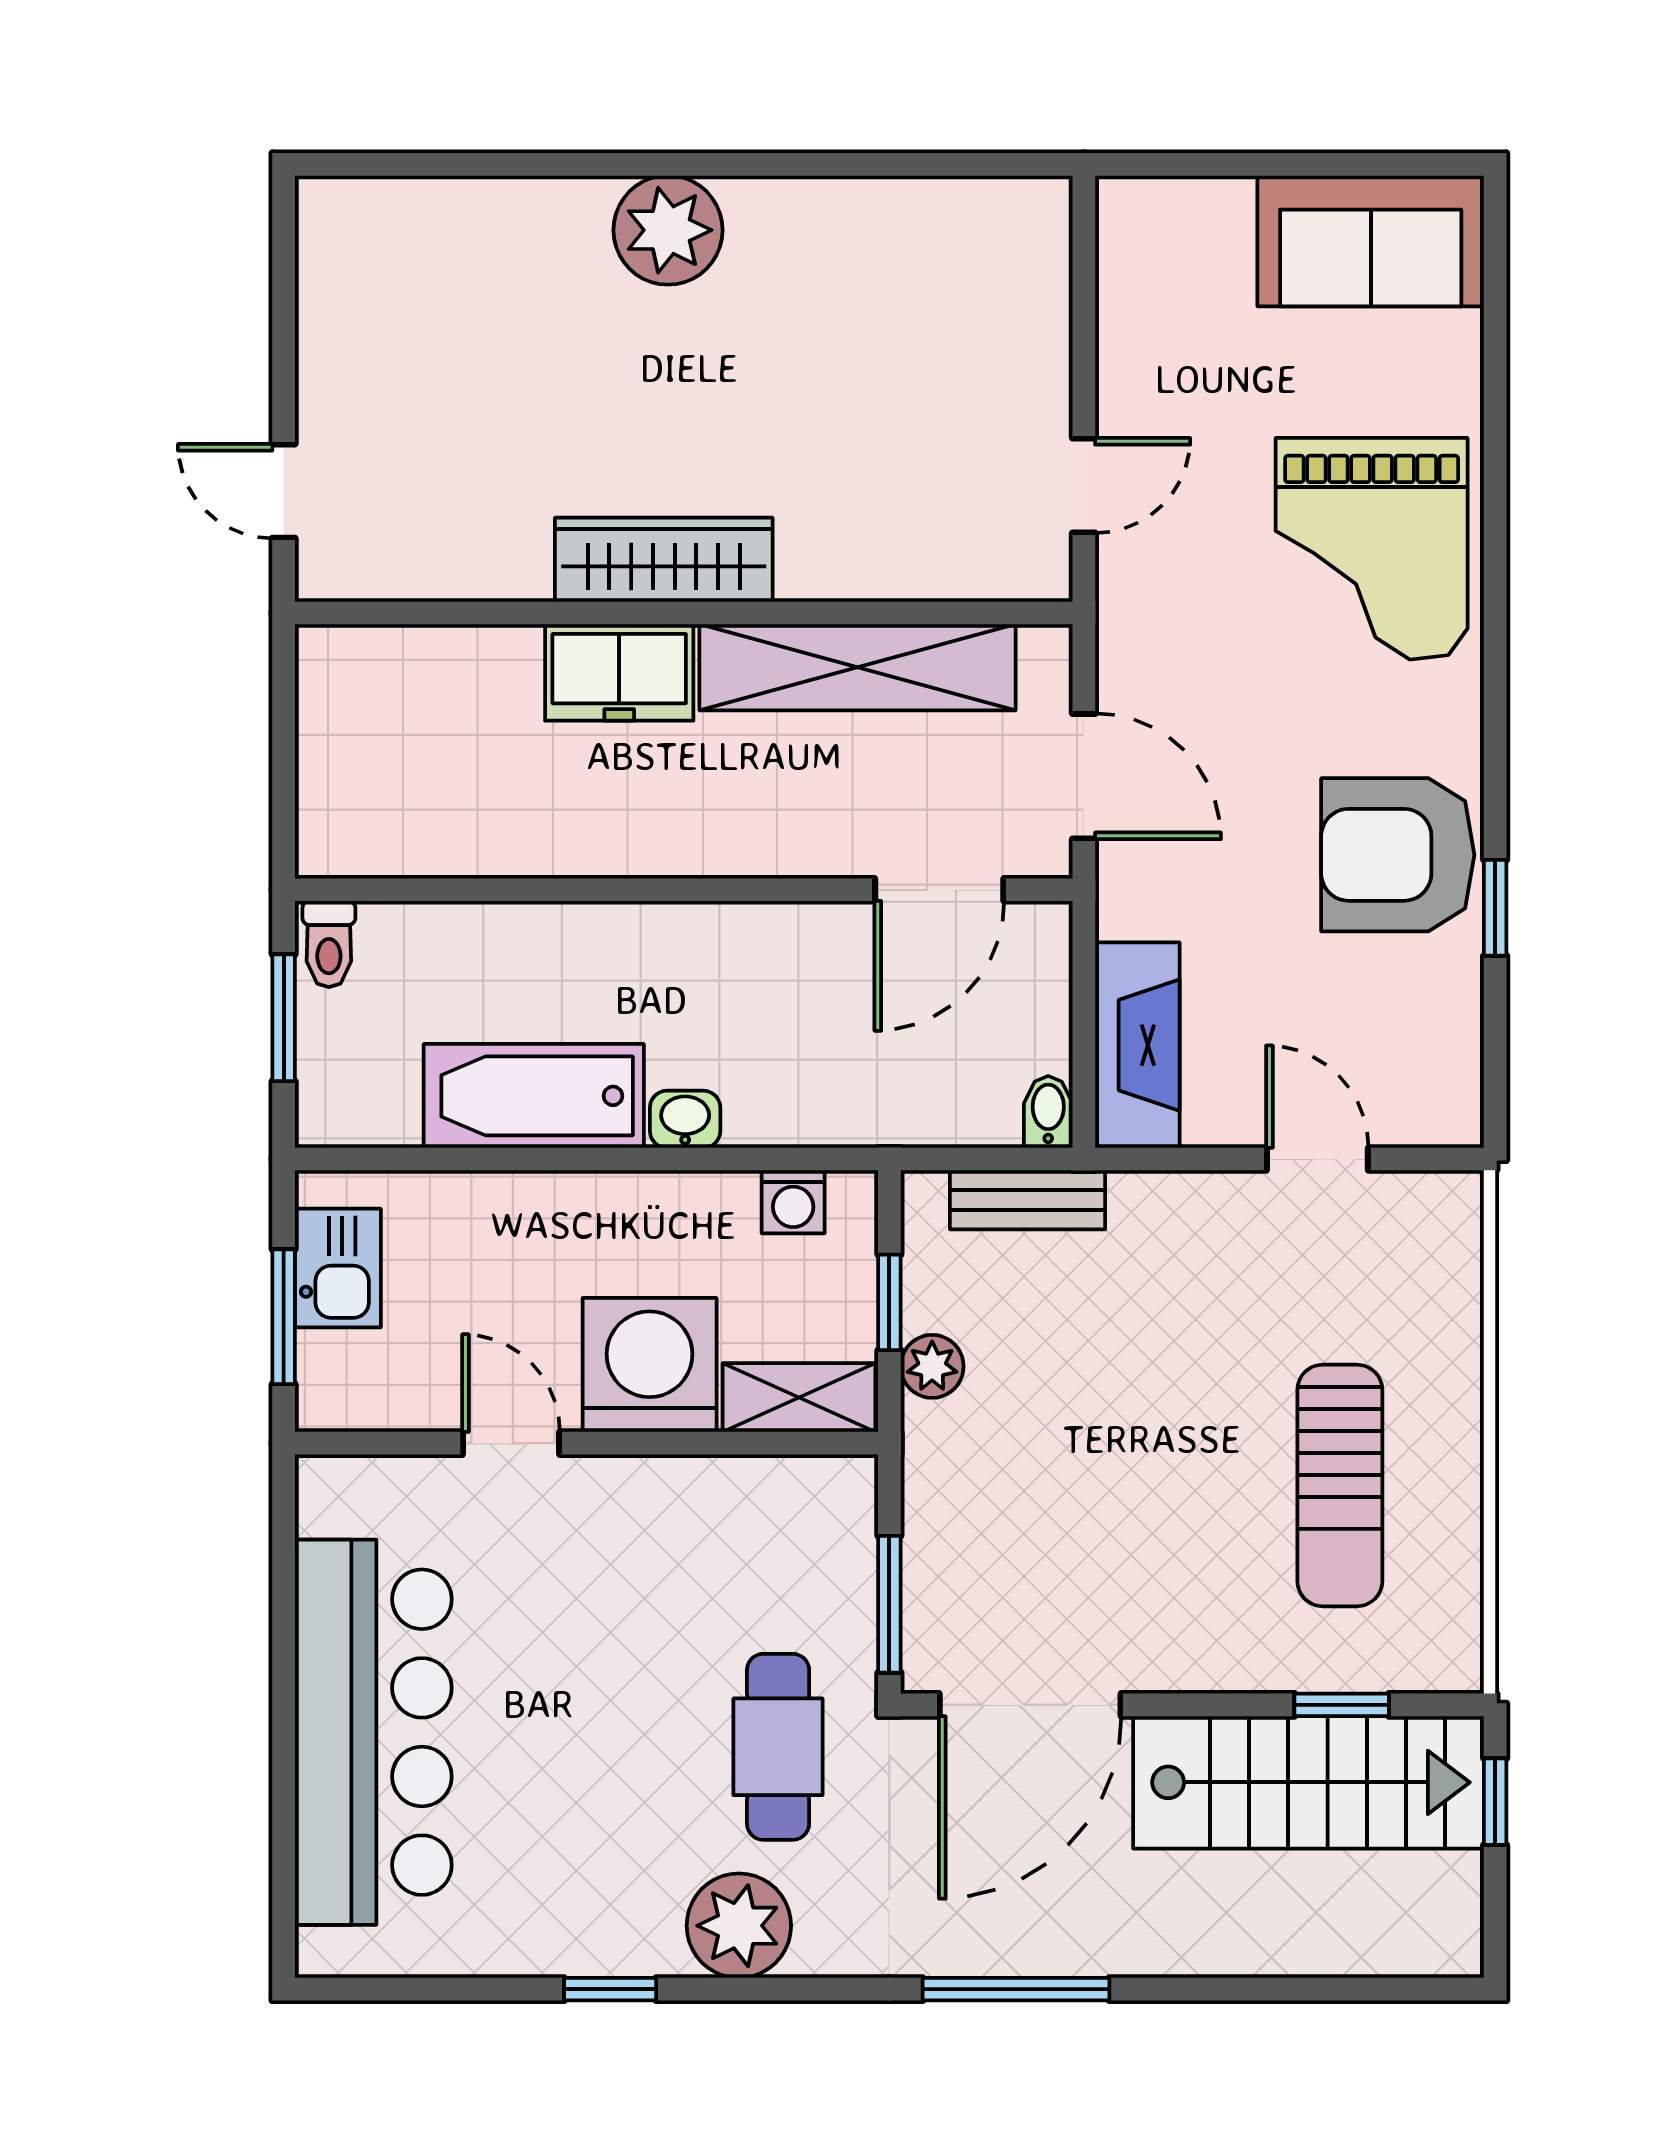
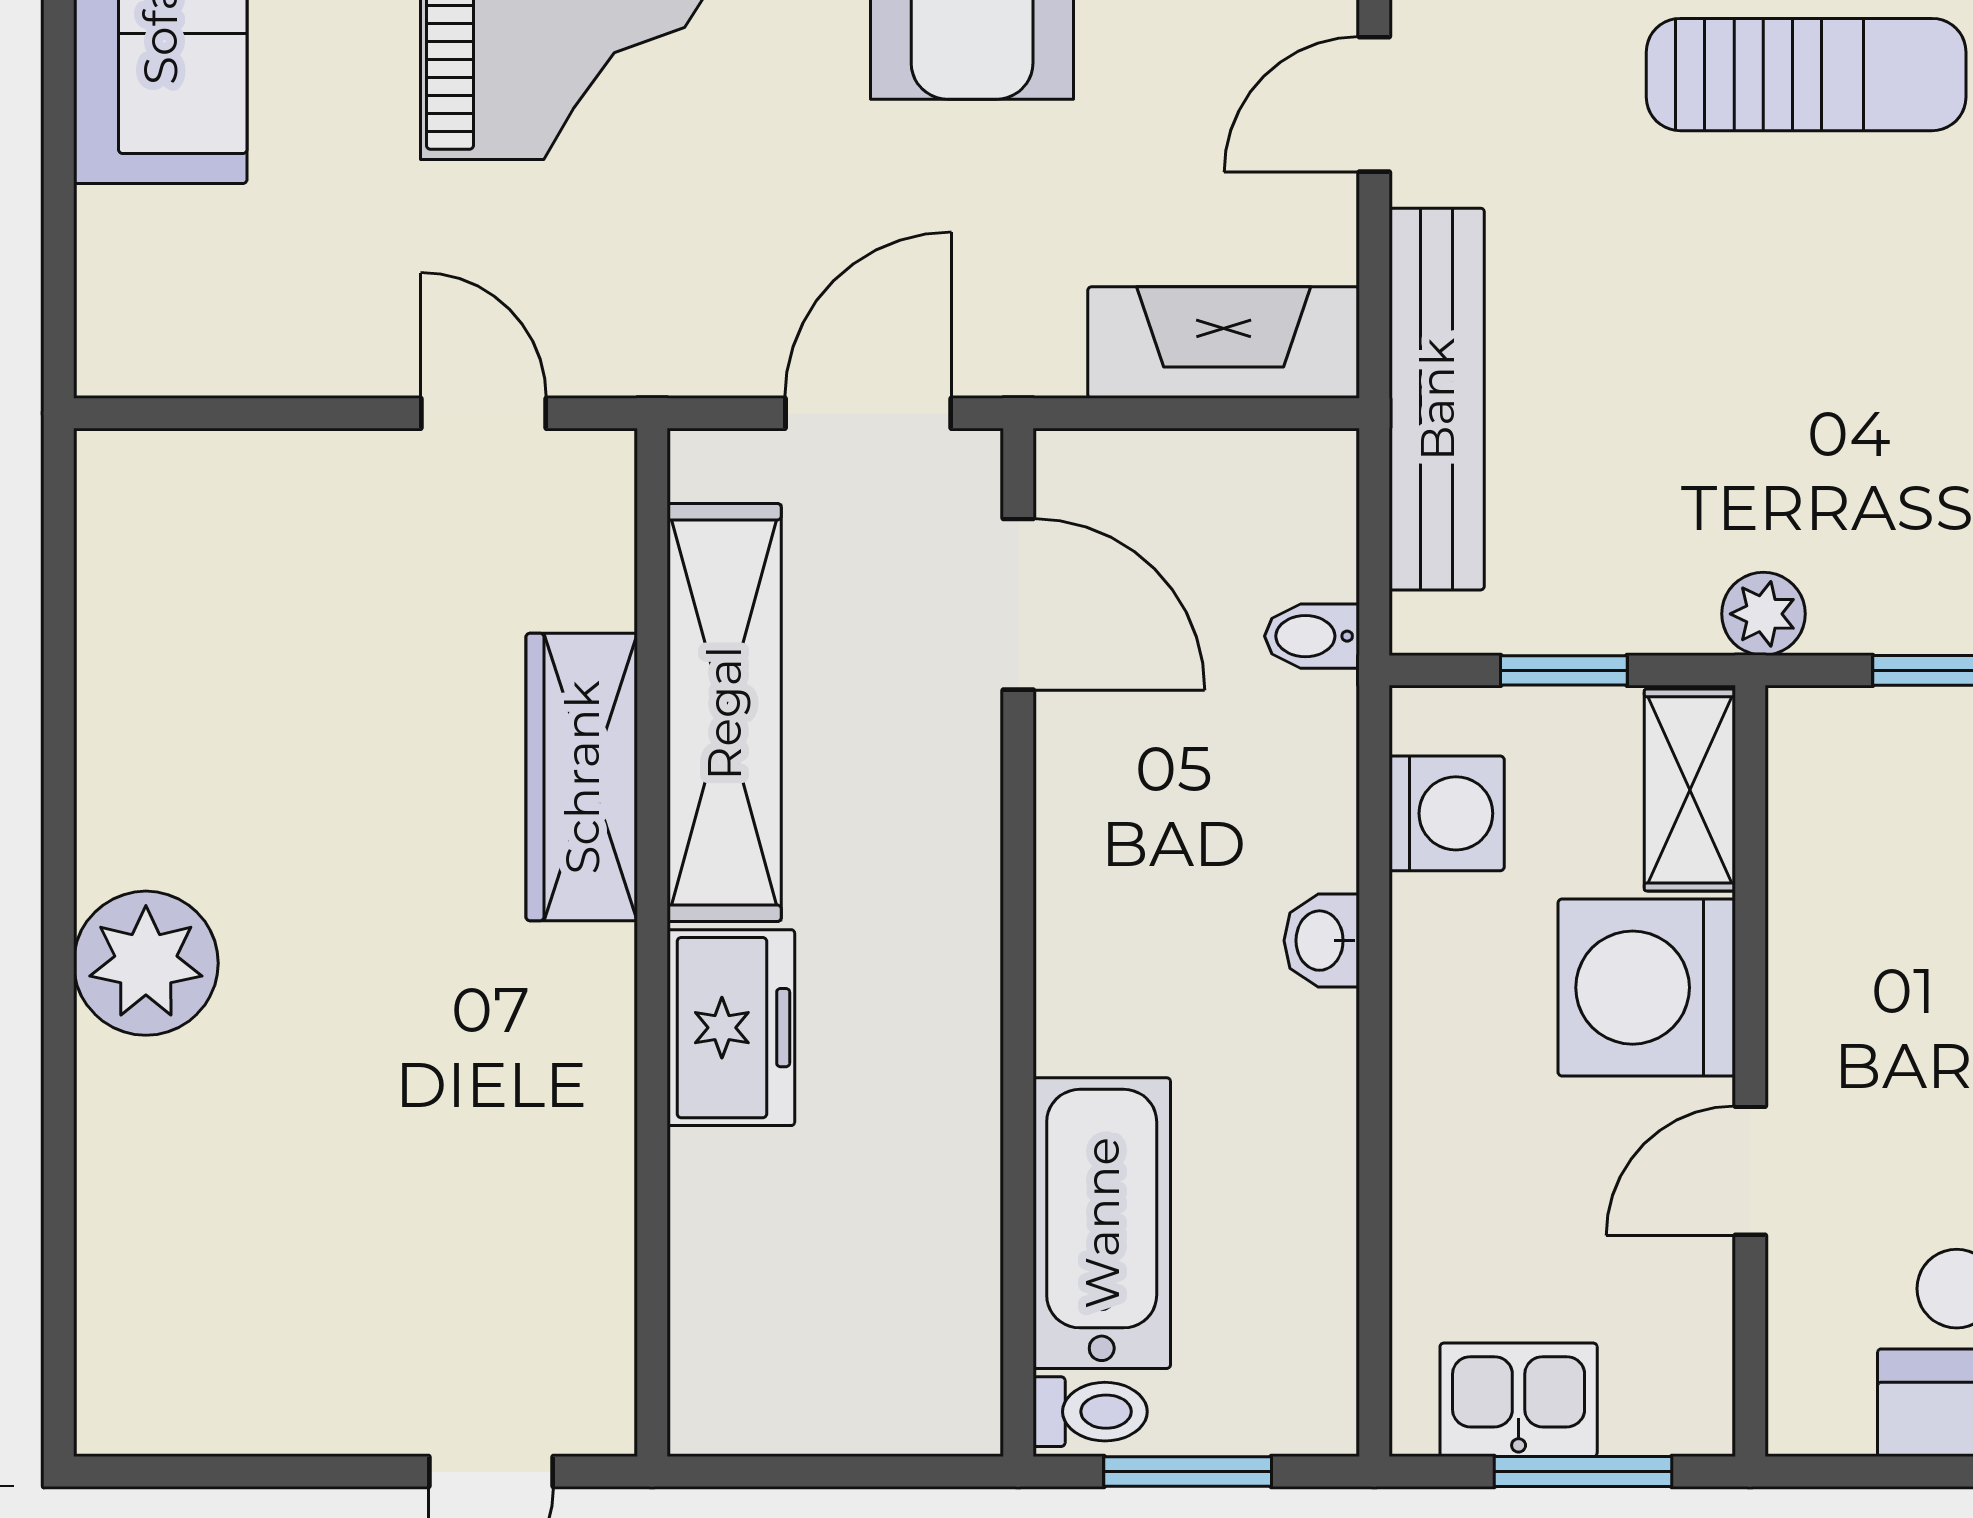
wardrobe: (664, 560) -> (582, 777), moved
bathtub: (534, 1096) -> (1102, 1223), moved, turned 180
bidet: (1048, 1112) -> (1312, 636), moved
bench: (1028, 1200) -> (1437, 399), width x1.86, depth x1.21
washing machine: (793, 1202) -> (1447, 813), width x1.38, depth x1.38
plant: (932, 1366) -> (1763, 614), moved

